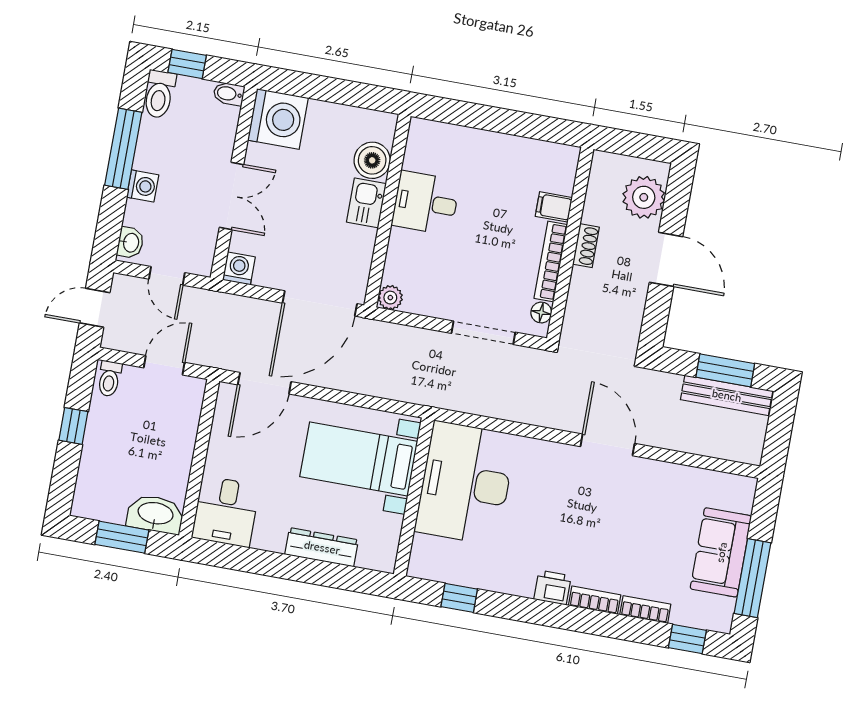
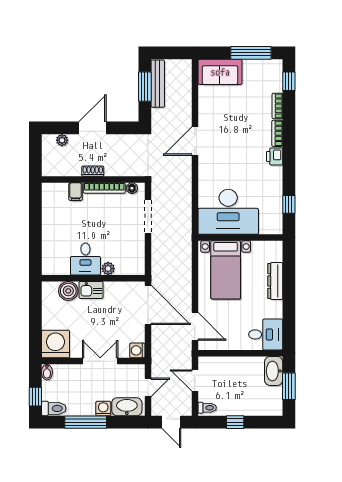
plant: (644, 197) -> (62, 140), width x0.53, depth x0.53
washbasin: (130, 243) -> (127, 407), width x1.91, depth x1.45
plant: (390, 298) -> (108, 269), moved
sofa: (721, 552) -> (220, 72), moved

